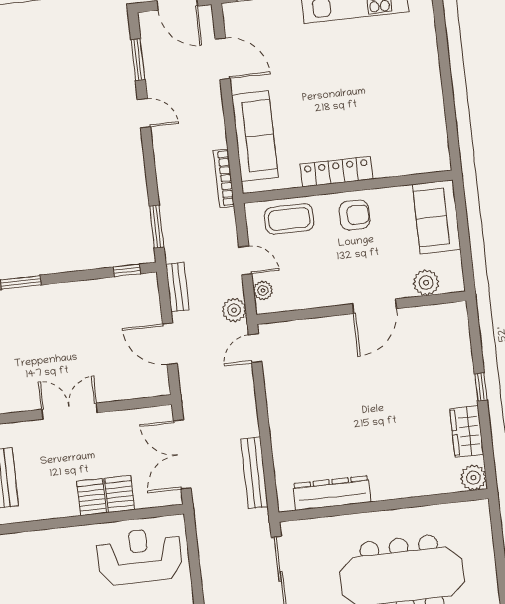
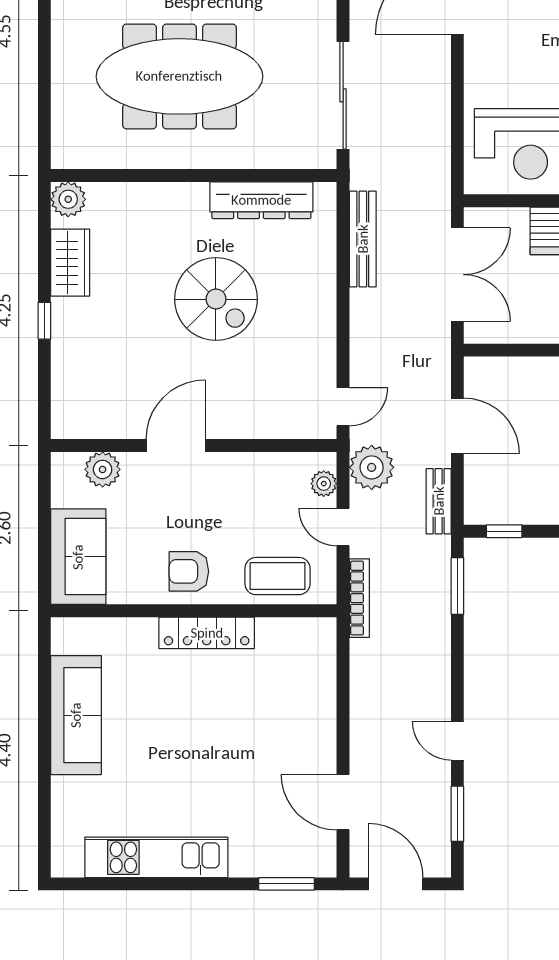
sofa: (255, 136) -> (76, 715), moved, turned 180
bookcase: (224, 178) -> (359, 598), moved
plant: (234, 310) -> (372, 467), width x1.36, depth x1.36
spiral stairs: (357, 417) -> (216, 299), added

